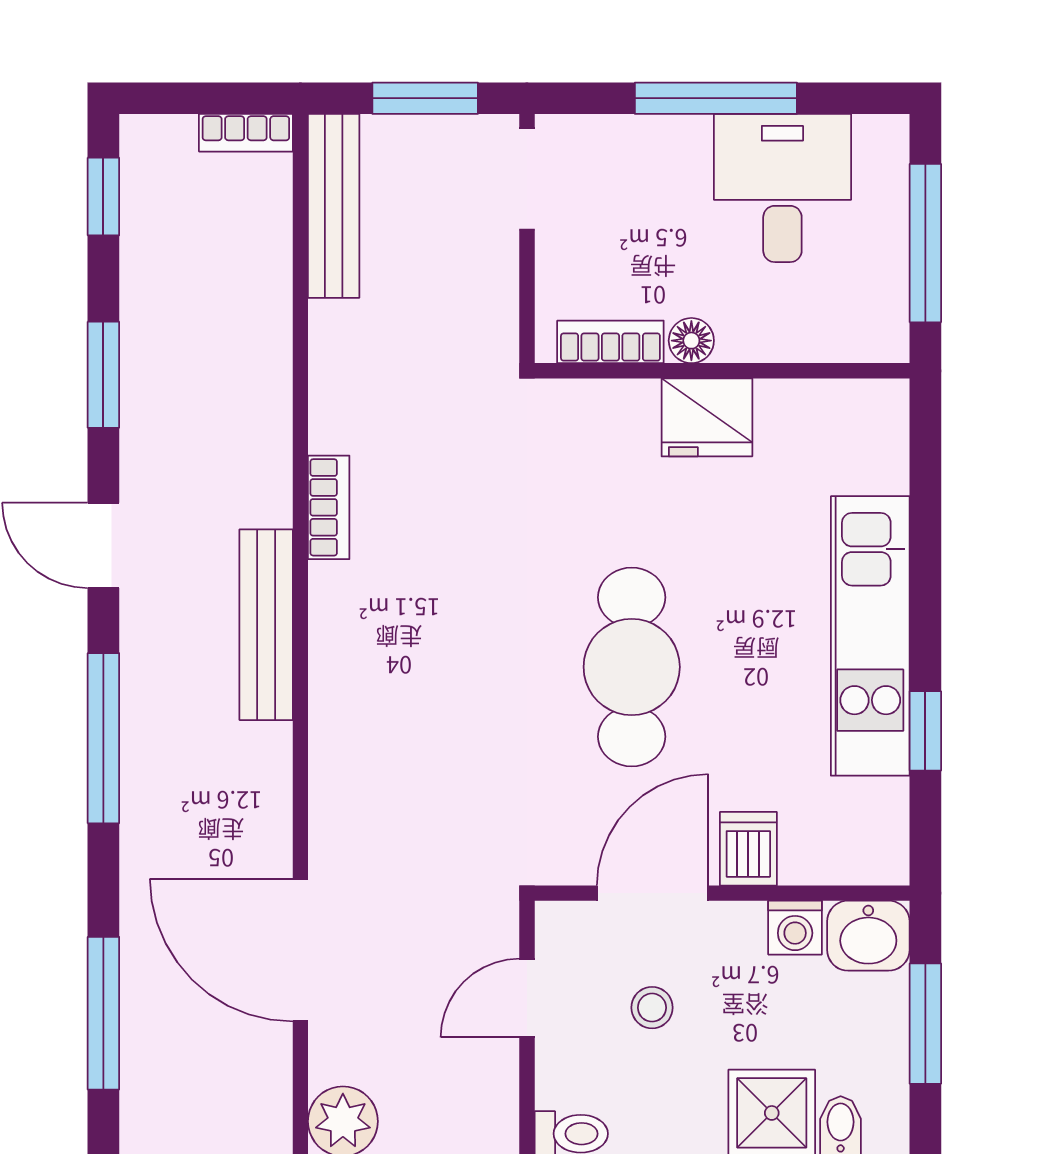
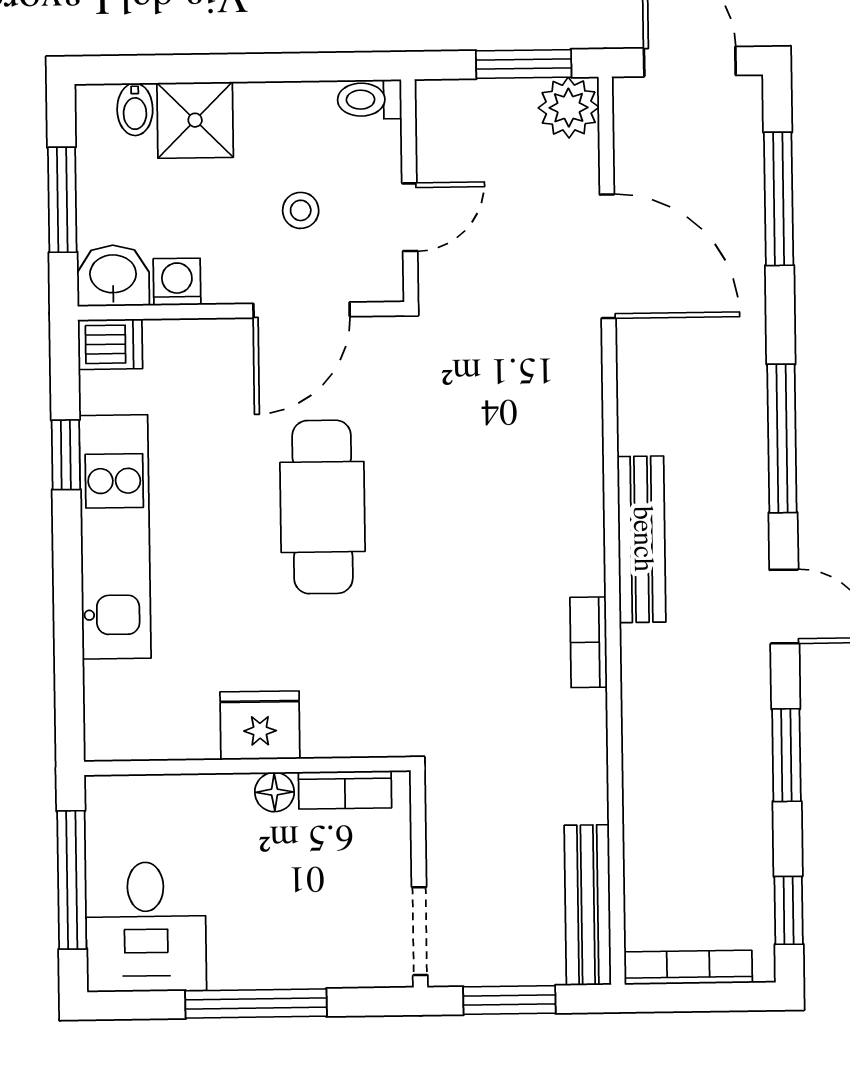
bookcase: (246, 133) -> (688, 967), width x1.56
desk: (782, 188) -> (146, 927), moved
dishwasher: (748, 849) -> (110, 344), moved, turned -90

